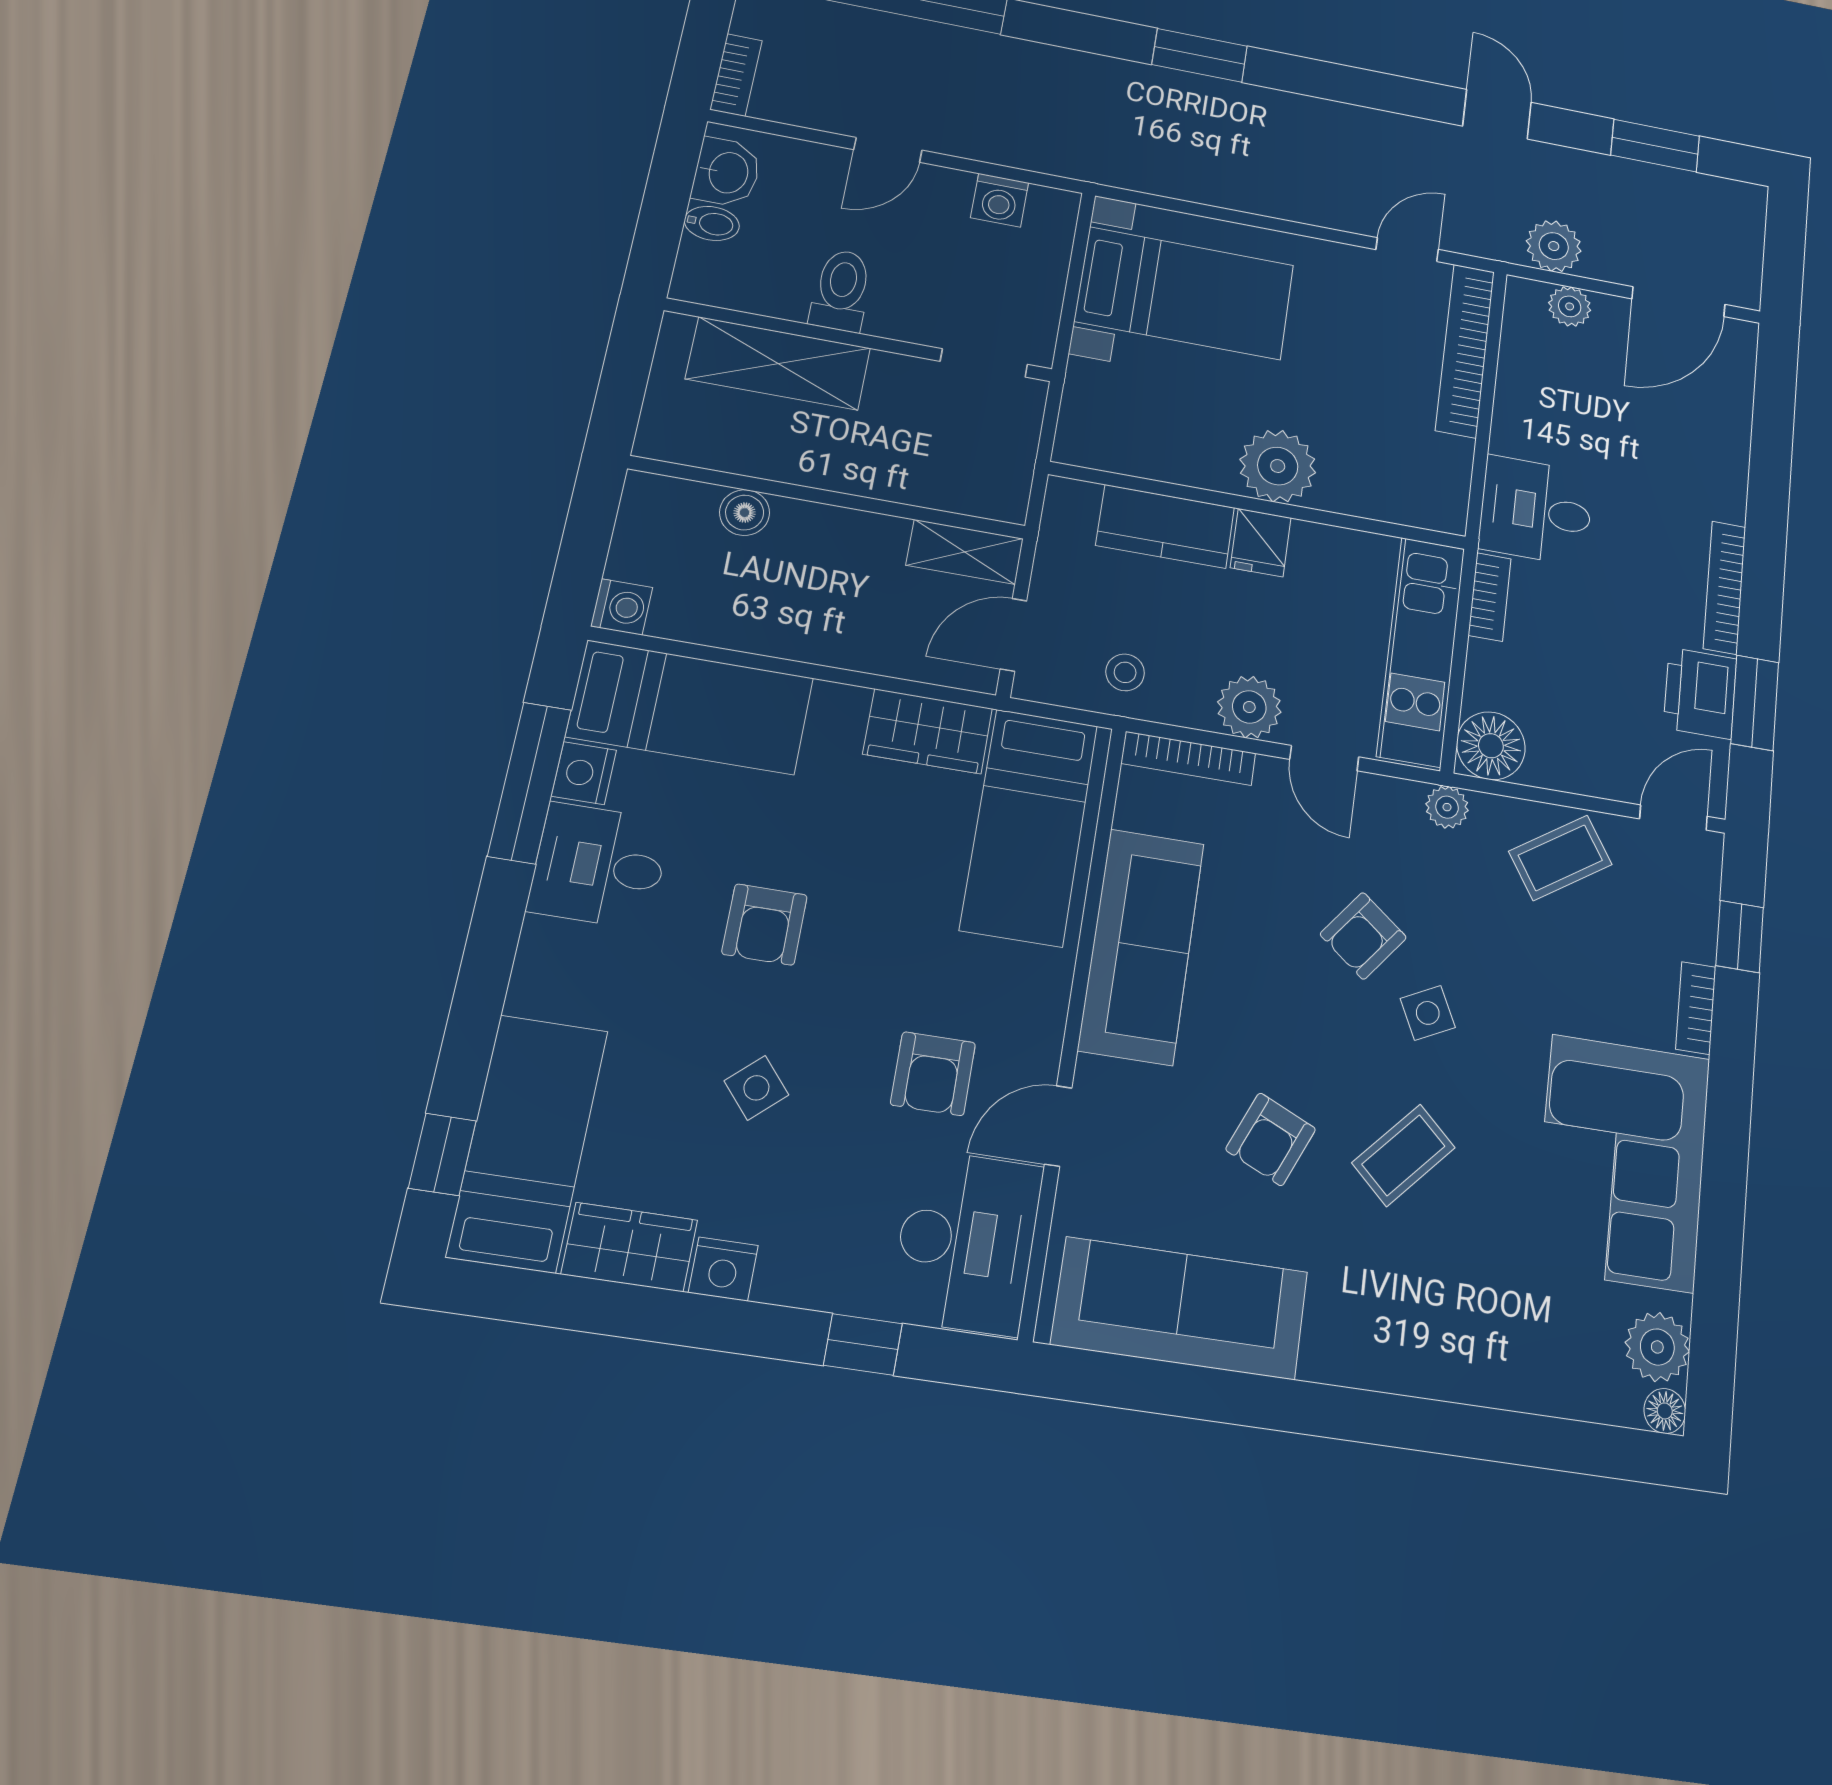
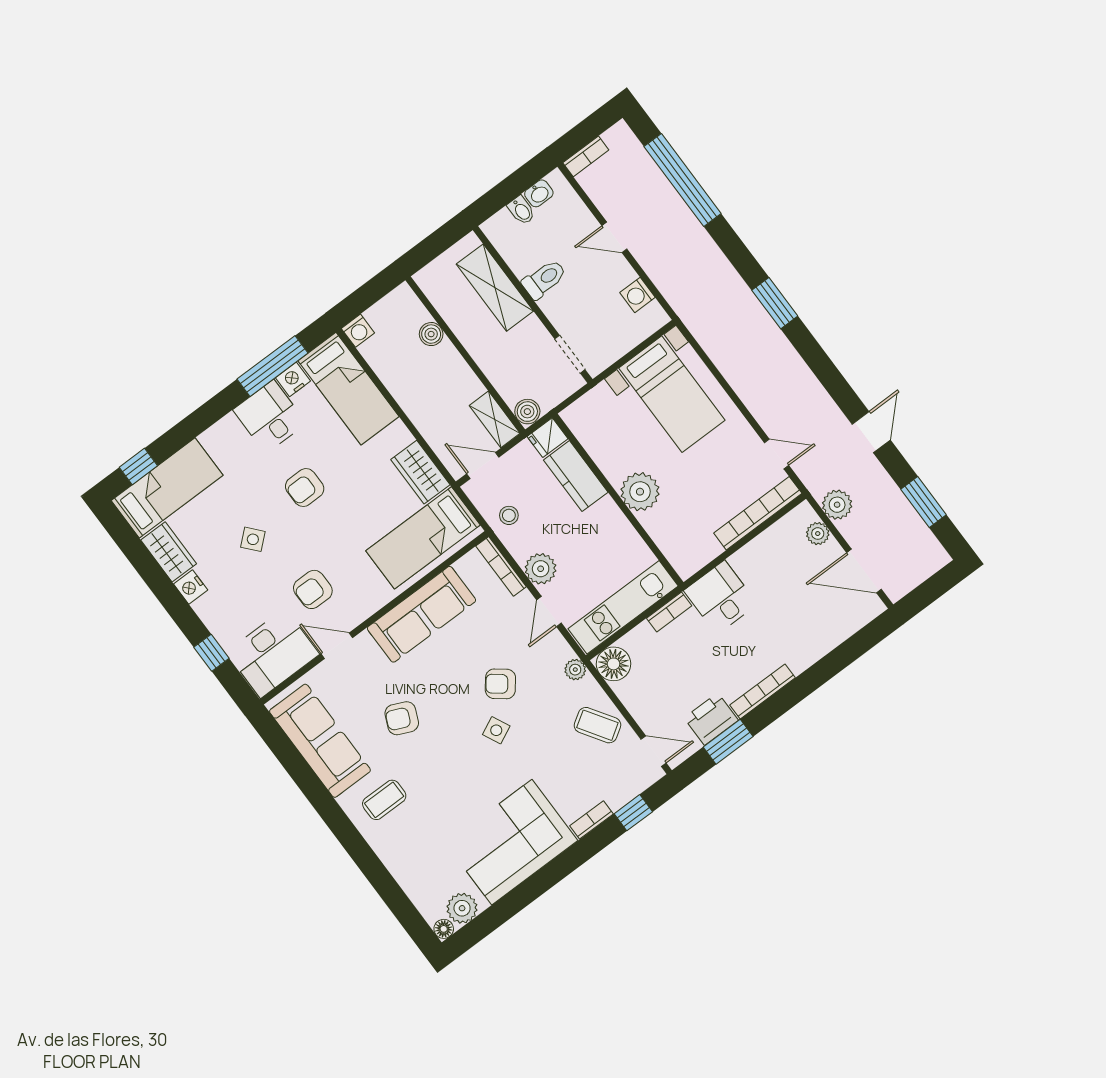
washbasin: (727, 172) -> (539, 193), width x0.72, depth x0.69
boiler: (1002, 498) -> (527, 412), added
fridge: (1261, 543) -> (548, 438), moved
coffee table: (1403, 1155) -> (384, 800), moved, turned -43

